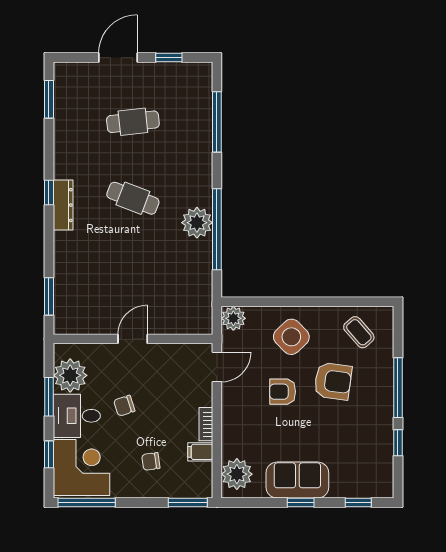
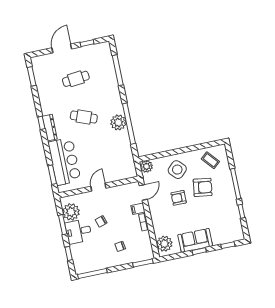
bar counter: (78, 276) -> (64, 161), added
filing cabinet: (200, 452) -> (138, 209), moved
corner desk: (81, 467) -> (86, 257), removed

